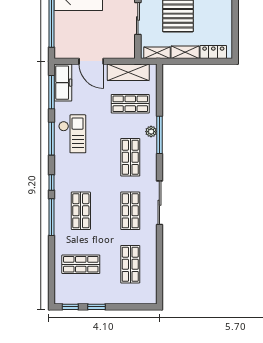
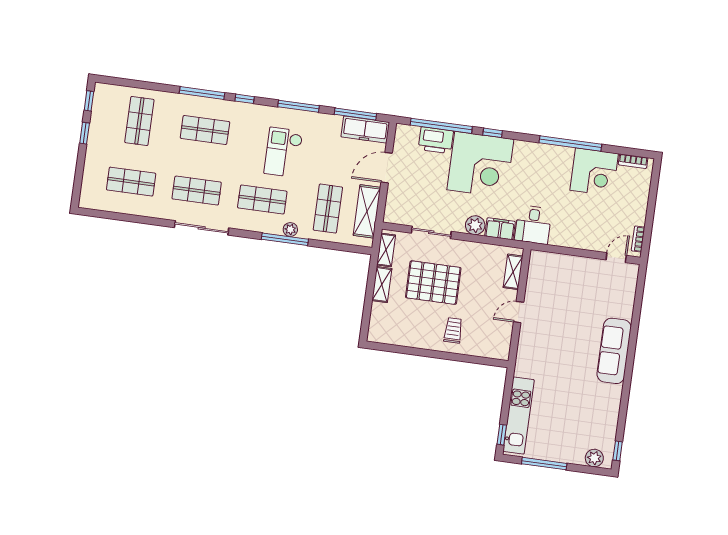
printer: (64, 25) -> (436, 140), added
locker: (213, 52) -> (378, 319), removed
checkout: (72, 134) -> (283, 152), moved, turned 90

